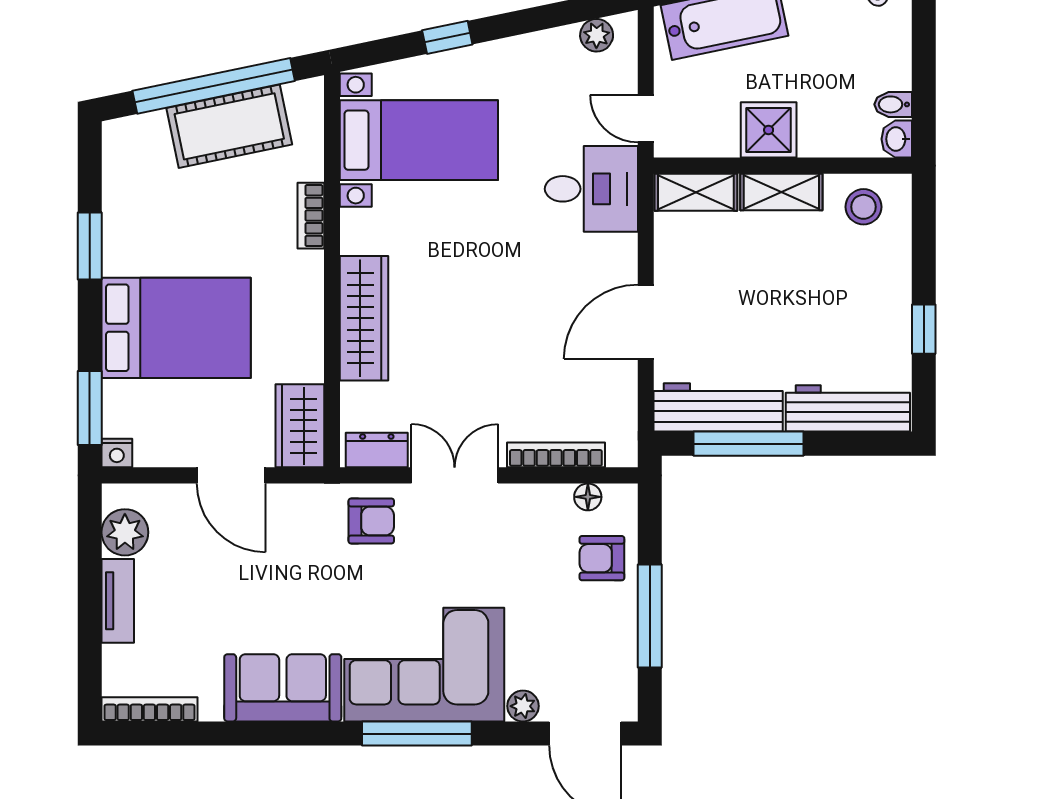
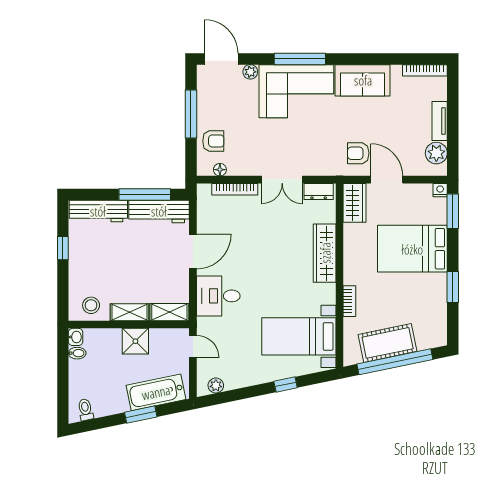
desk: (591, 189) -> (218, 296), moved
armchair: (371, 521) -> (358, 153), moved

